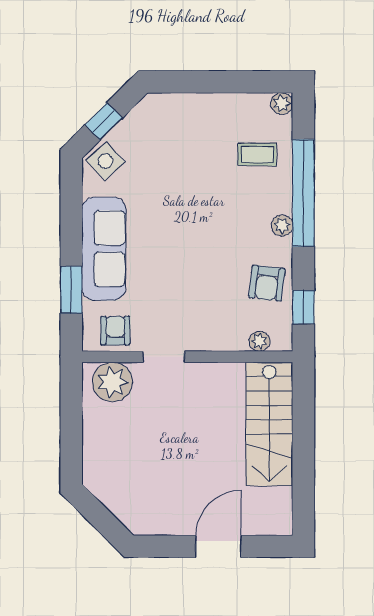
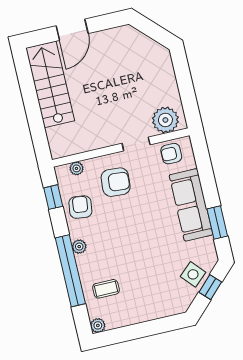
side table: (106, 161) -> (193, 274), moved
window: (71, 290) -> (217, 223), moved
armchair: (207, 308) -> (116, 182), added
armchair: (115, 331) -> (171, 154), turned 90
stairs: (269, 424) -> (50, 84), moved

